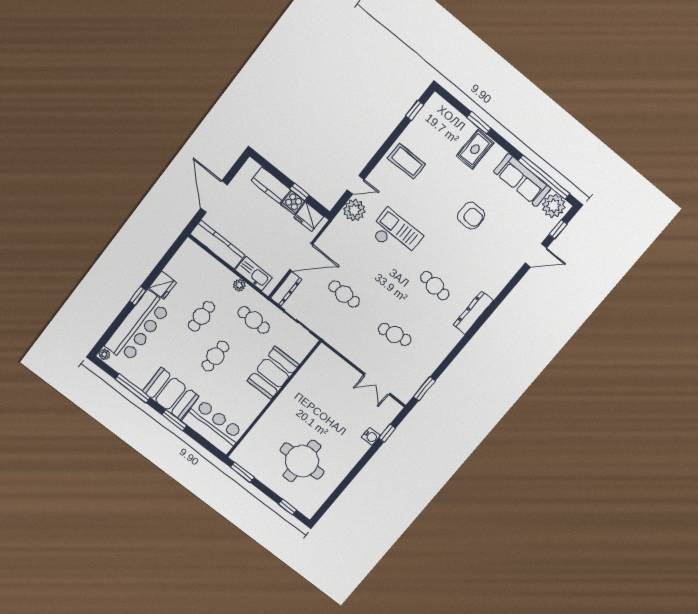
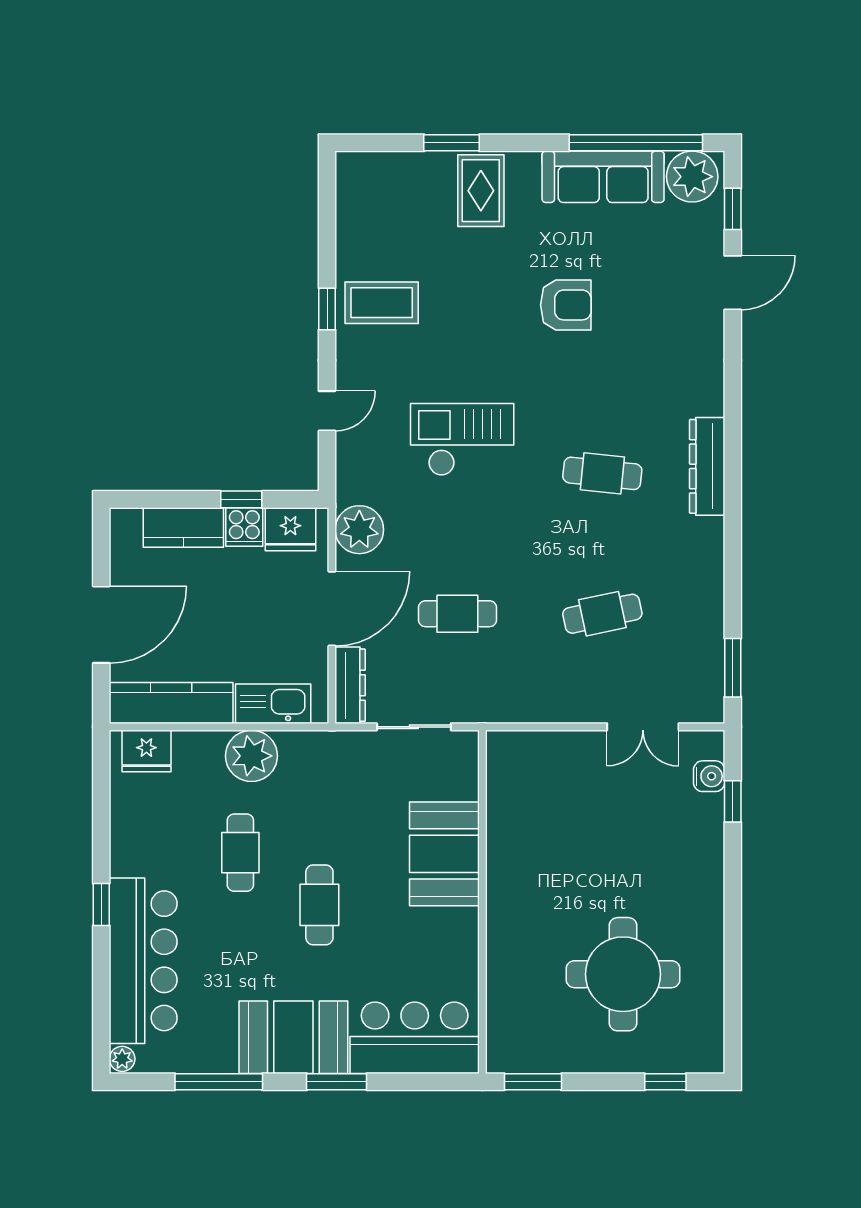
window: (415, 110) -> (327, 309), moved
door: (214, 197) -> (101, 625), swing flipped
plant: (354, 210) -> (359, 530), moved
fridge: (163, 285) -> (146, 751), moved, turned 90
plant: (239, 285) -> (251, 756), width x1.87, depth x1.87
cafe table: (254, 320) -> (337, 786), removed
water cooler: (371, 436) -> (709, 776), moved

